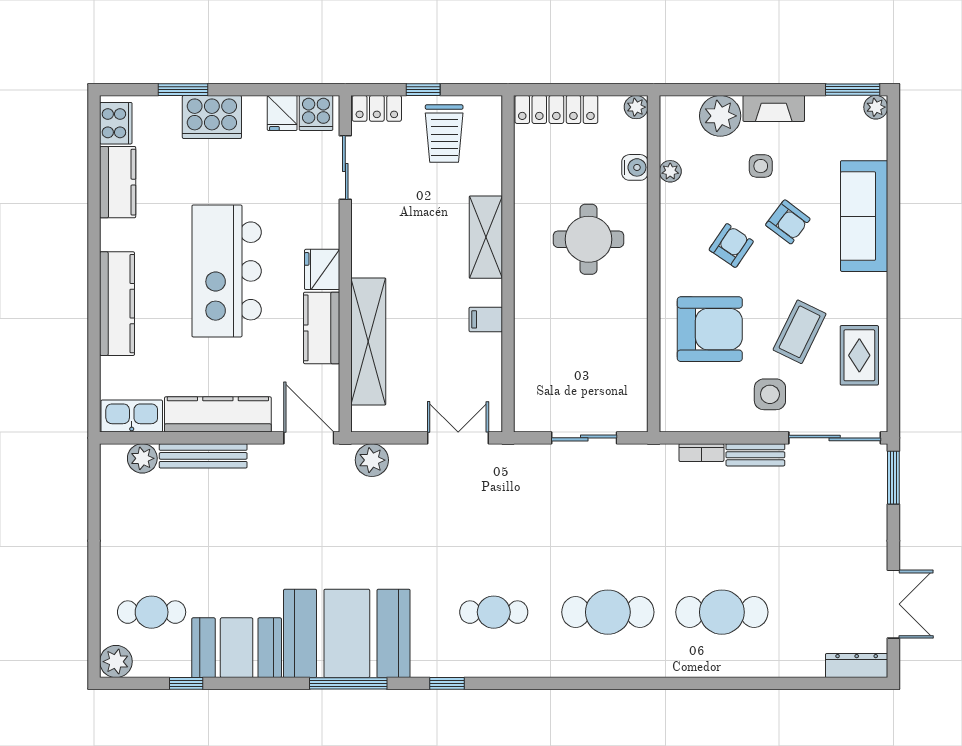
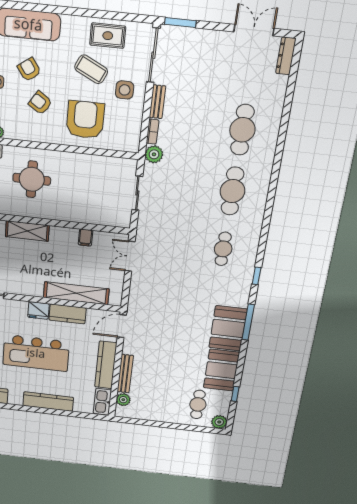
armchair: (788, 222) -> (29, 70), turned -72
filing cabinet: (486, 319) -> (85, 238), moved
plant: (372, 460) -> (154, 154), moved
booth: (347, 633) -> (228, 328), width x0.73, depth x0.70

